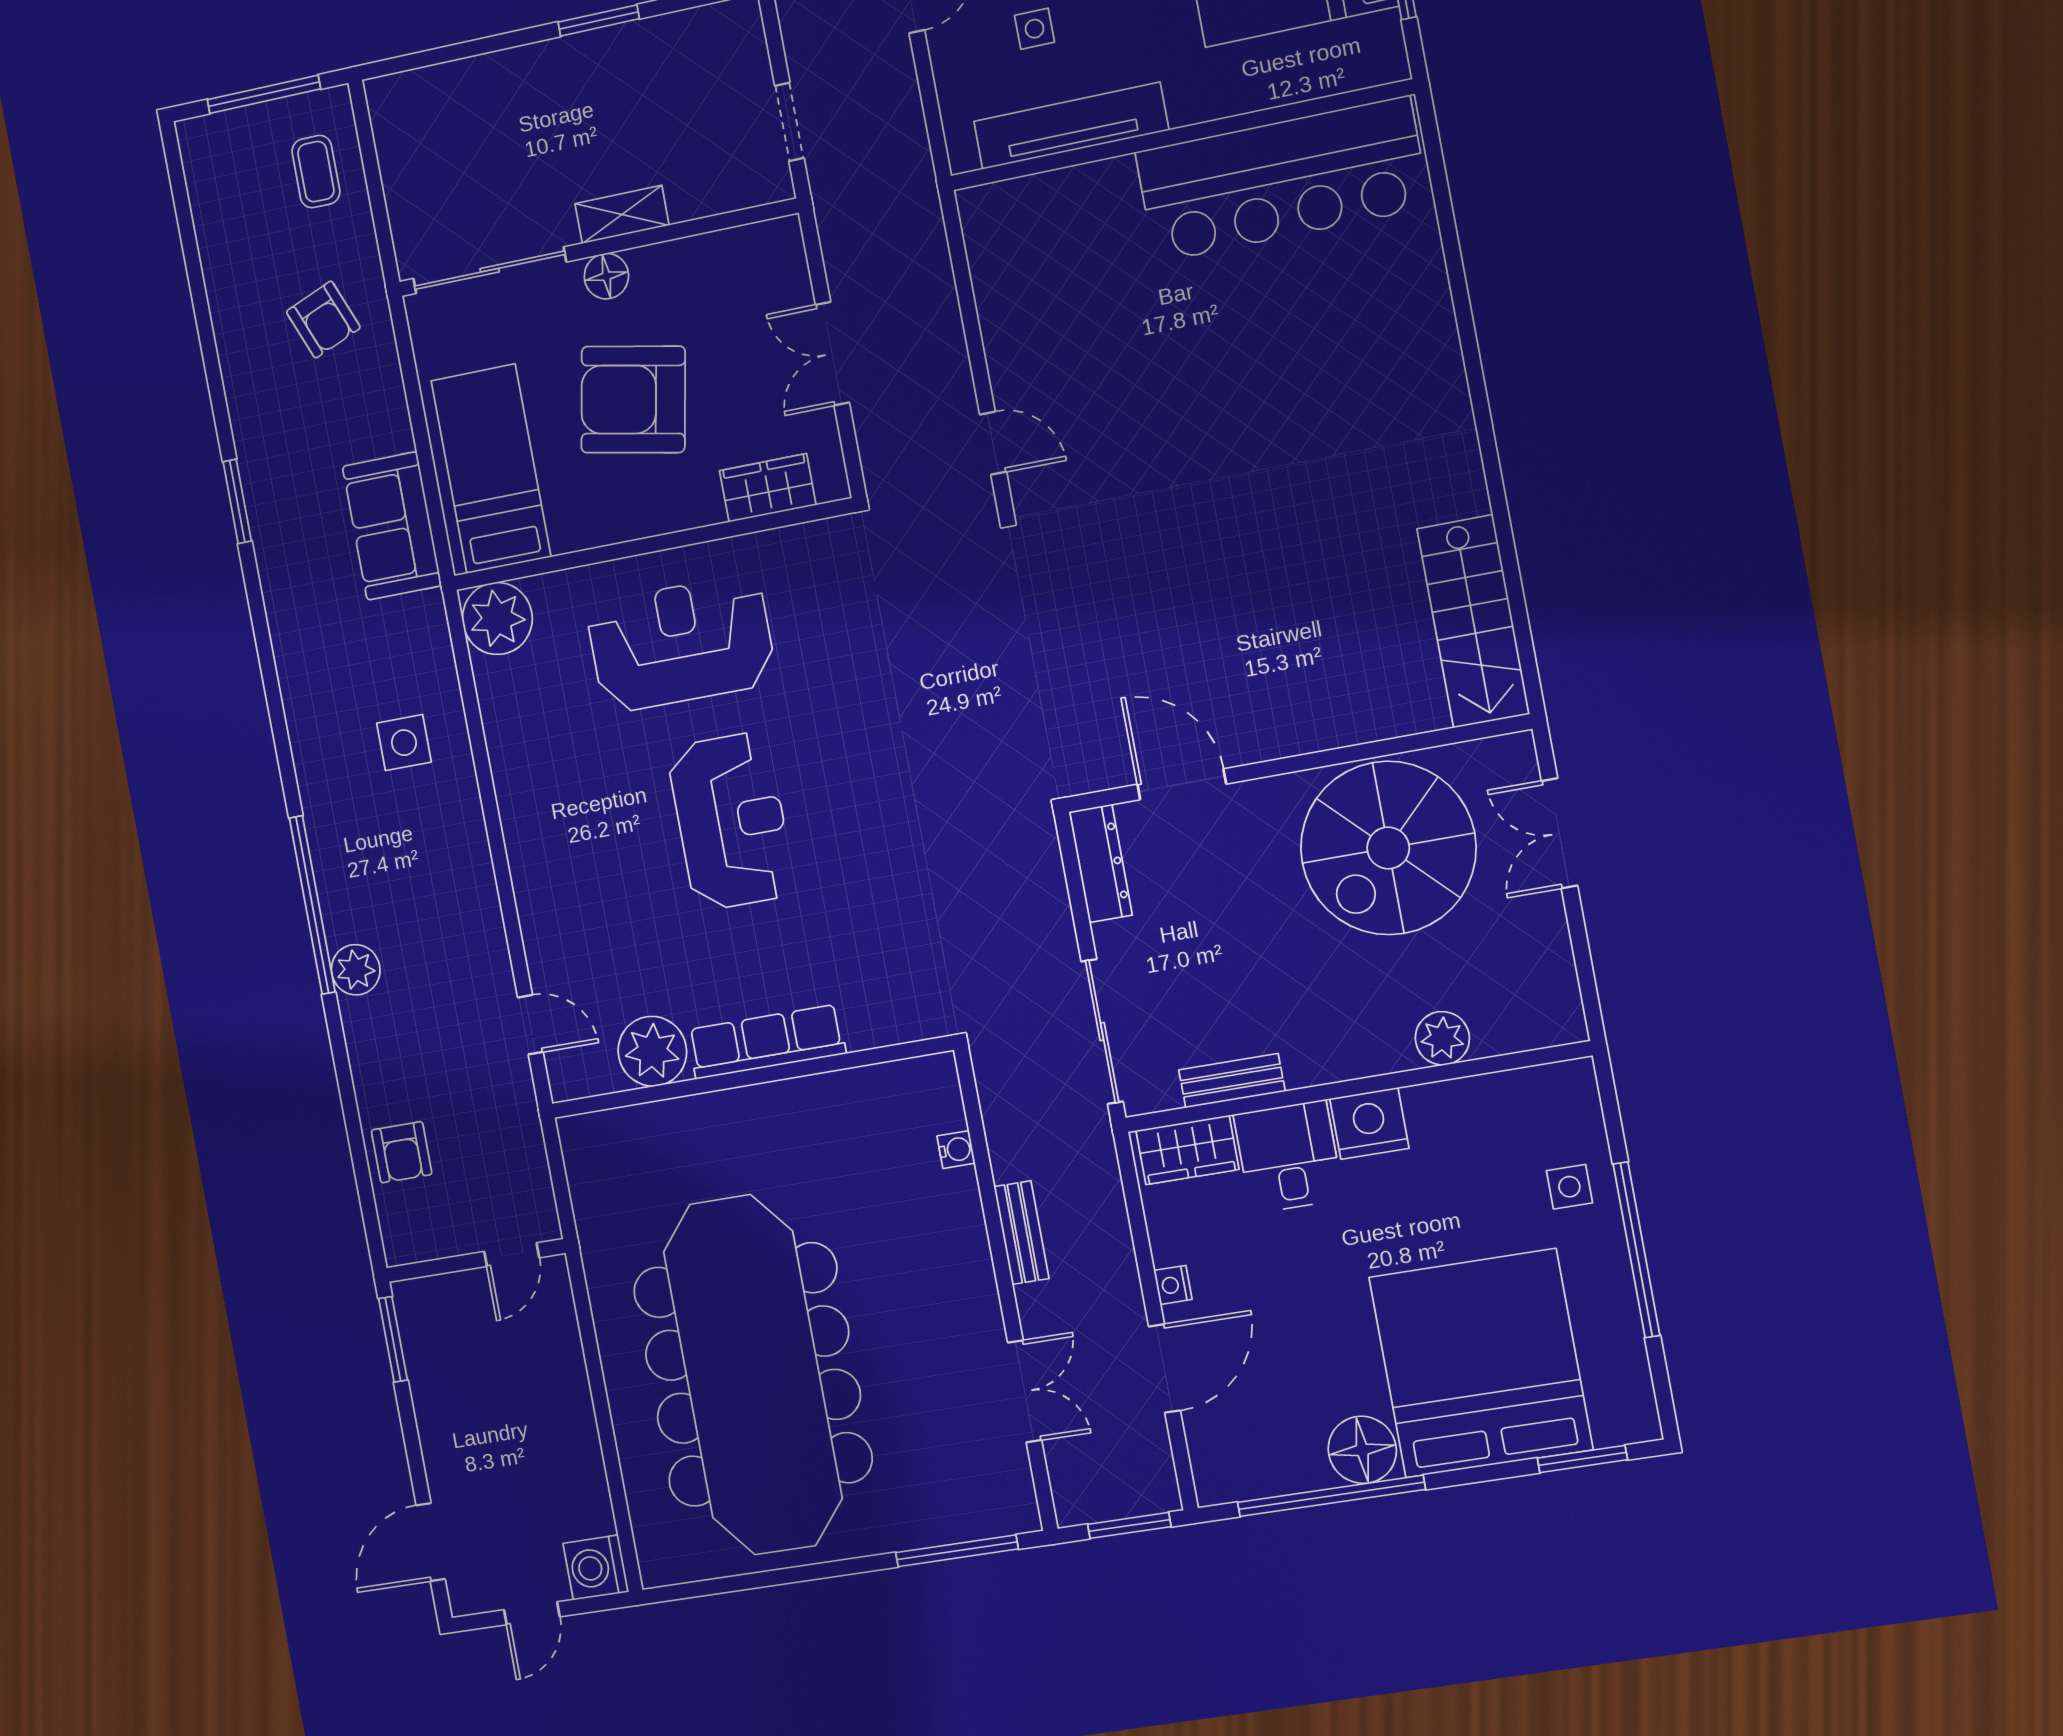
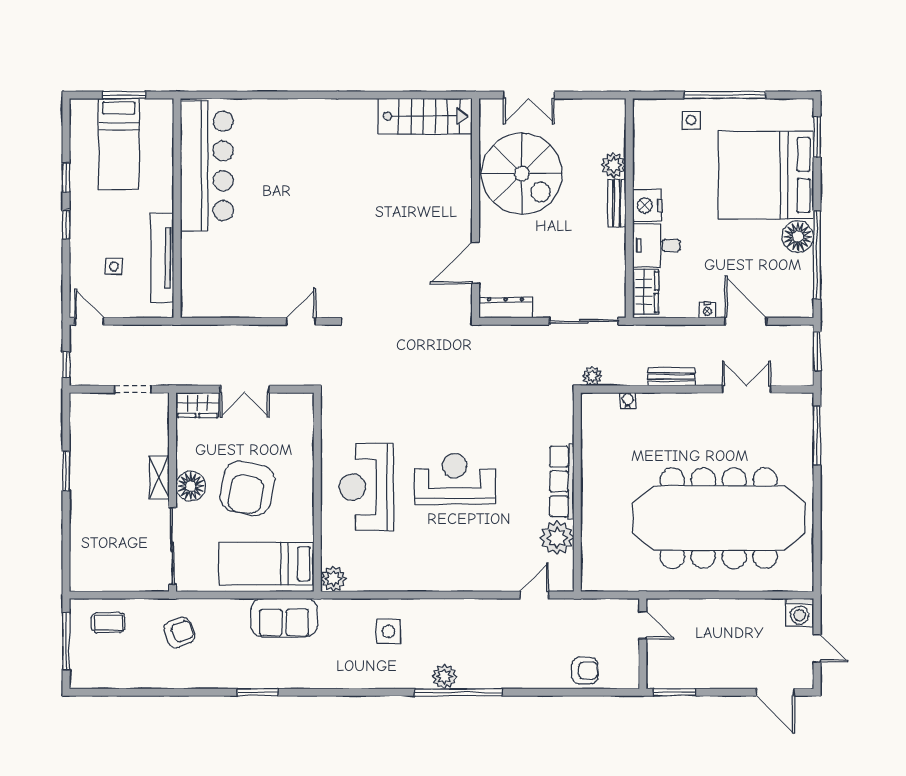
floor lamp: (606, 276) -> (191, 486), width x1.38, depth x1.38
wardrobe: (768, 488) -> (197, 405), moved, turned -90
plant: (497, 619) -> (333, 579), width x0.73, depth x0.73
plant: (356, 970) -> (445, 677), moved
plant: (992, 1068) -> (592, 376), added
bench: (1232, 1081) -> (617, 203), moved

